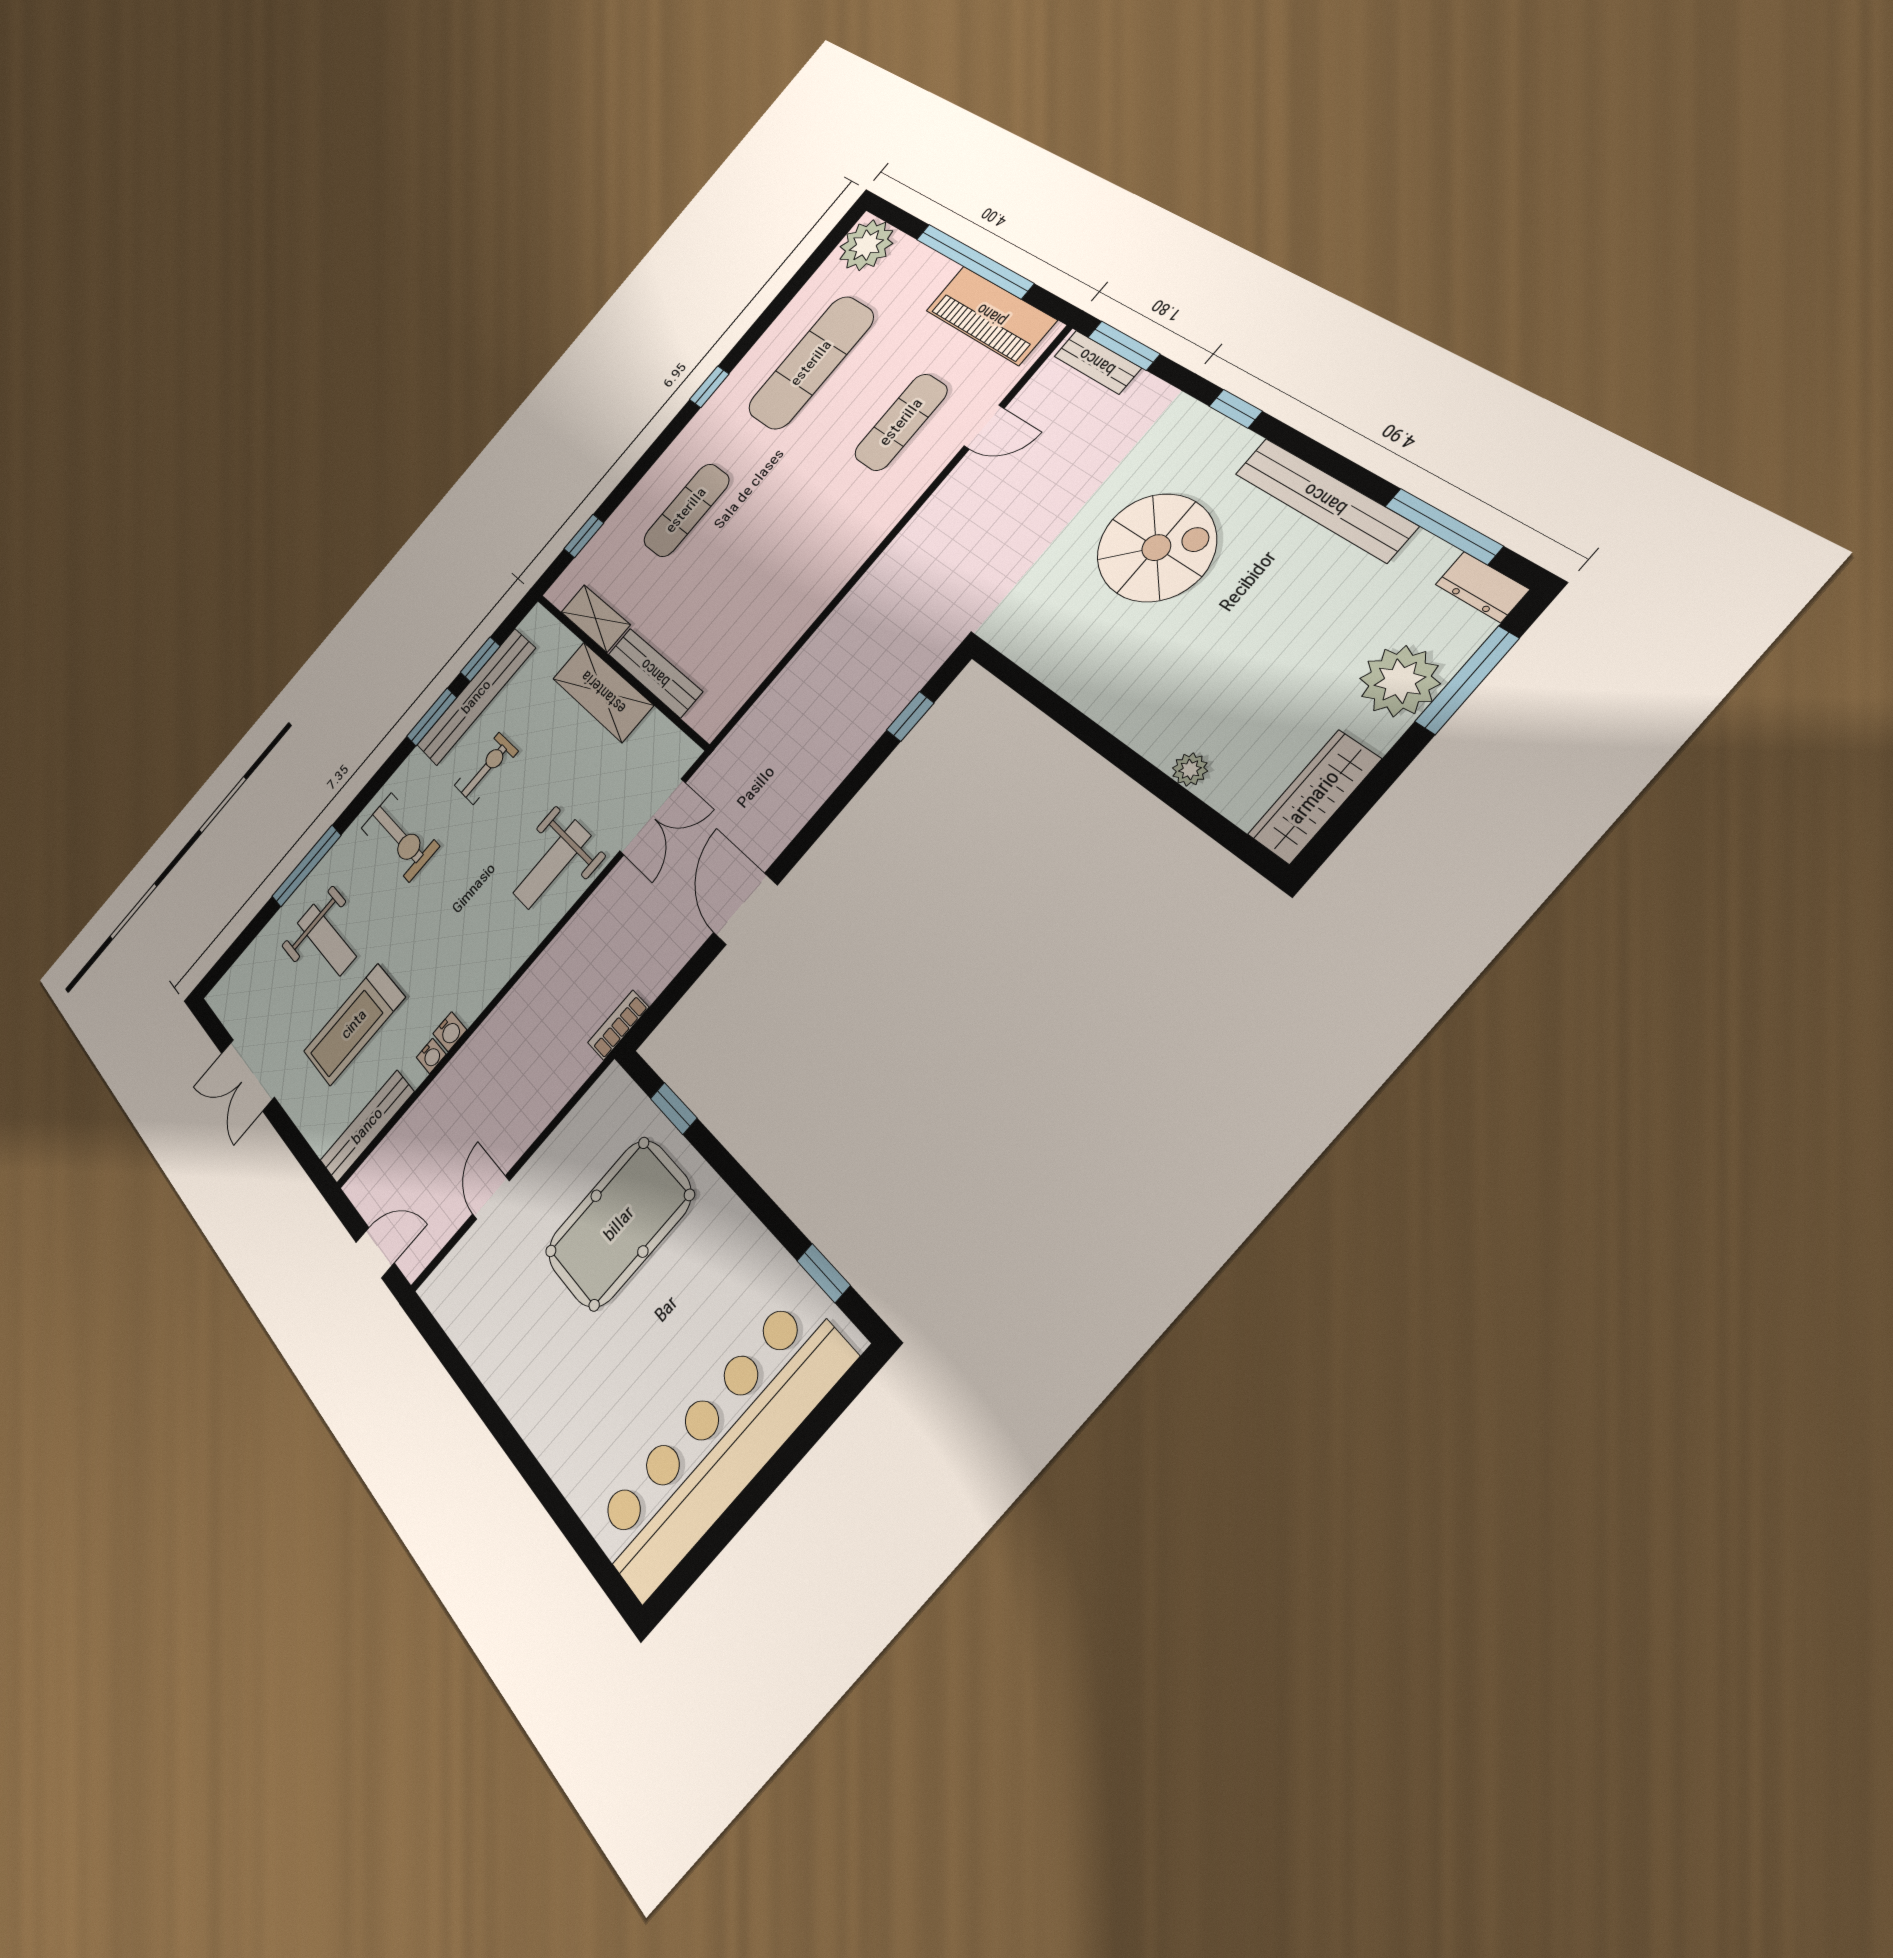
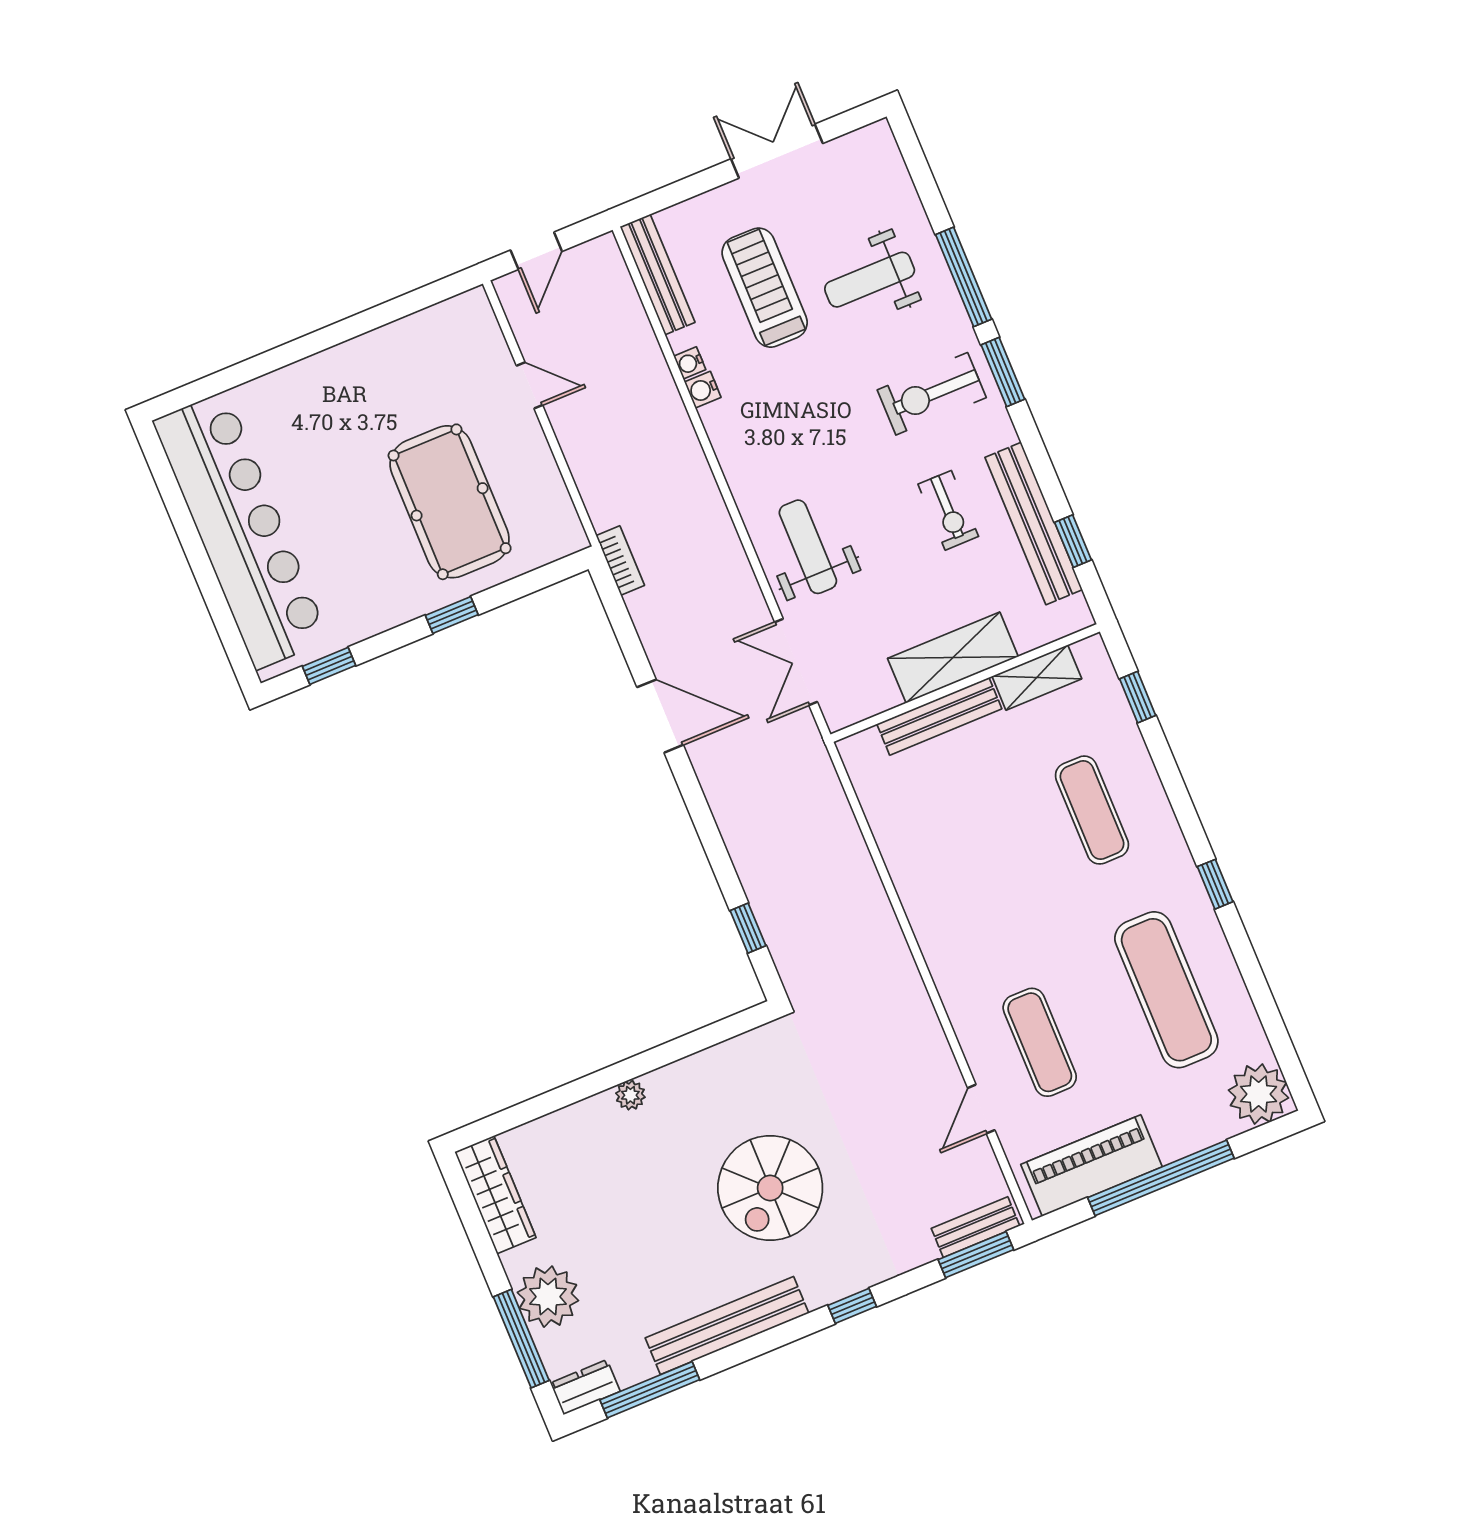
window: (432, 717) -> (1003, 372), moved
plant: (1190, 769) -> (630, 1095), moved
window: (674, 1108) -> (452, 615), moved

